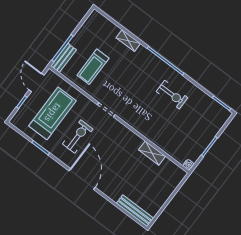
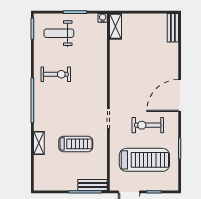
treadmill: (93, 67) -> (76, 144), moved
exercise bike: (172, 95) -> (56, 74), turned 90
treadmill: (53, 113) -> (144, 160), turned 180
weight bench: (202, 121) -> (59, 33), added
shelving: (152, 153) -> (116, 26), moved
bench: (135, 211) -> (173, 28), width x0.73

